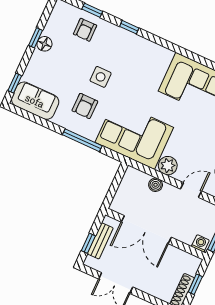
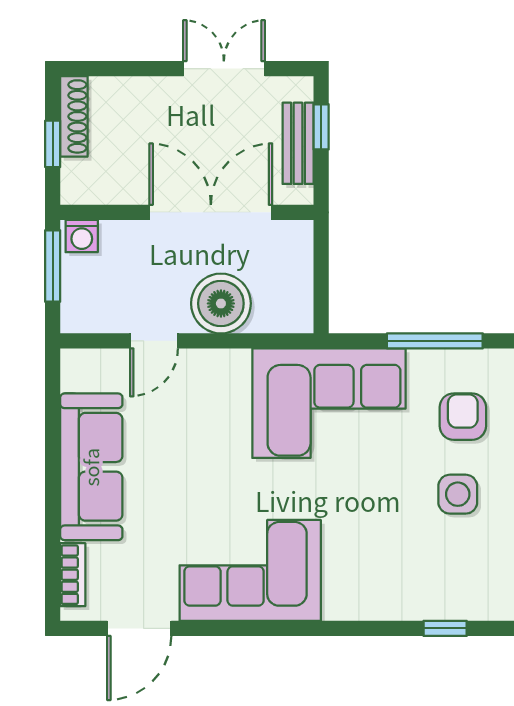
plant: (168, 166) -> (227, 370), removed
boiler: (156, 185) -> (221, 303), width x1.86, depth x1.86

